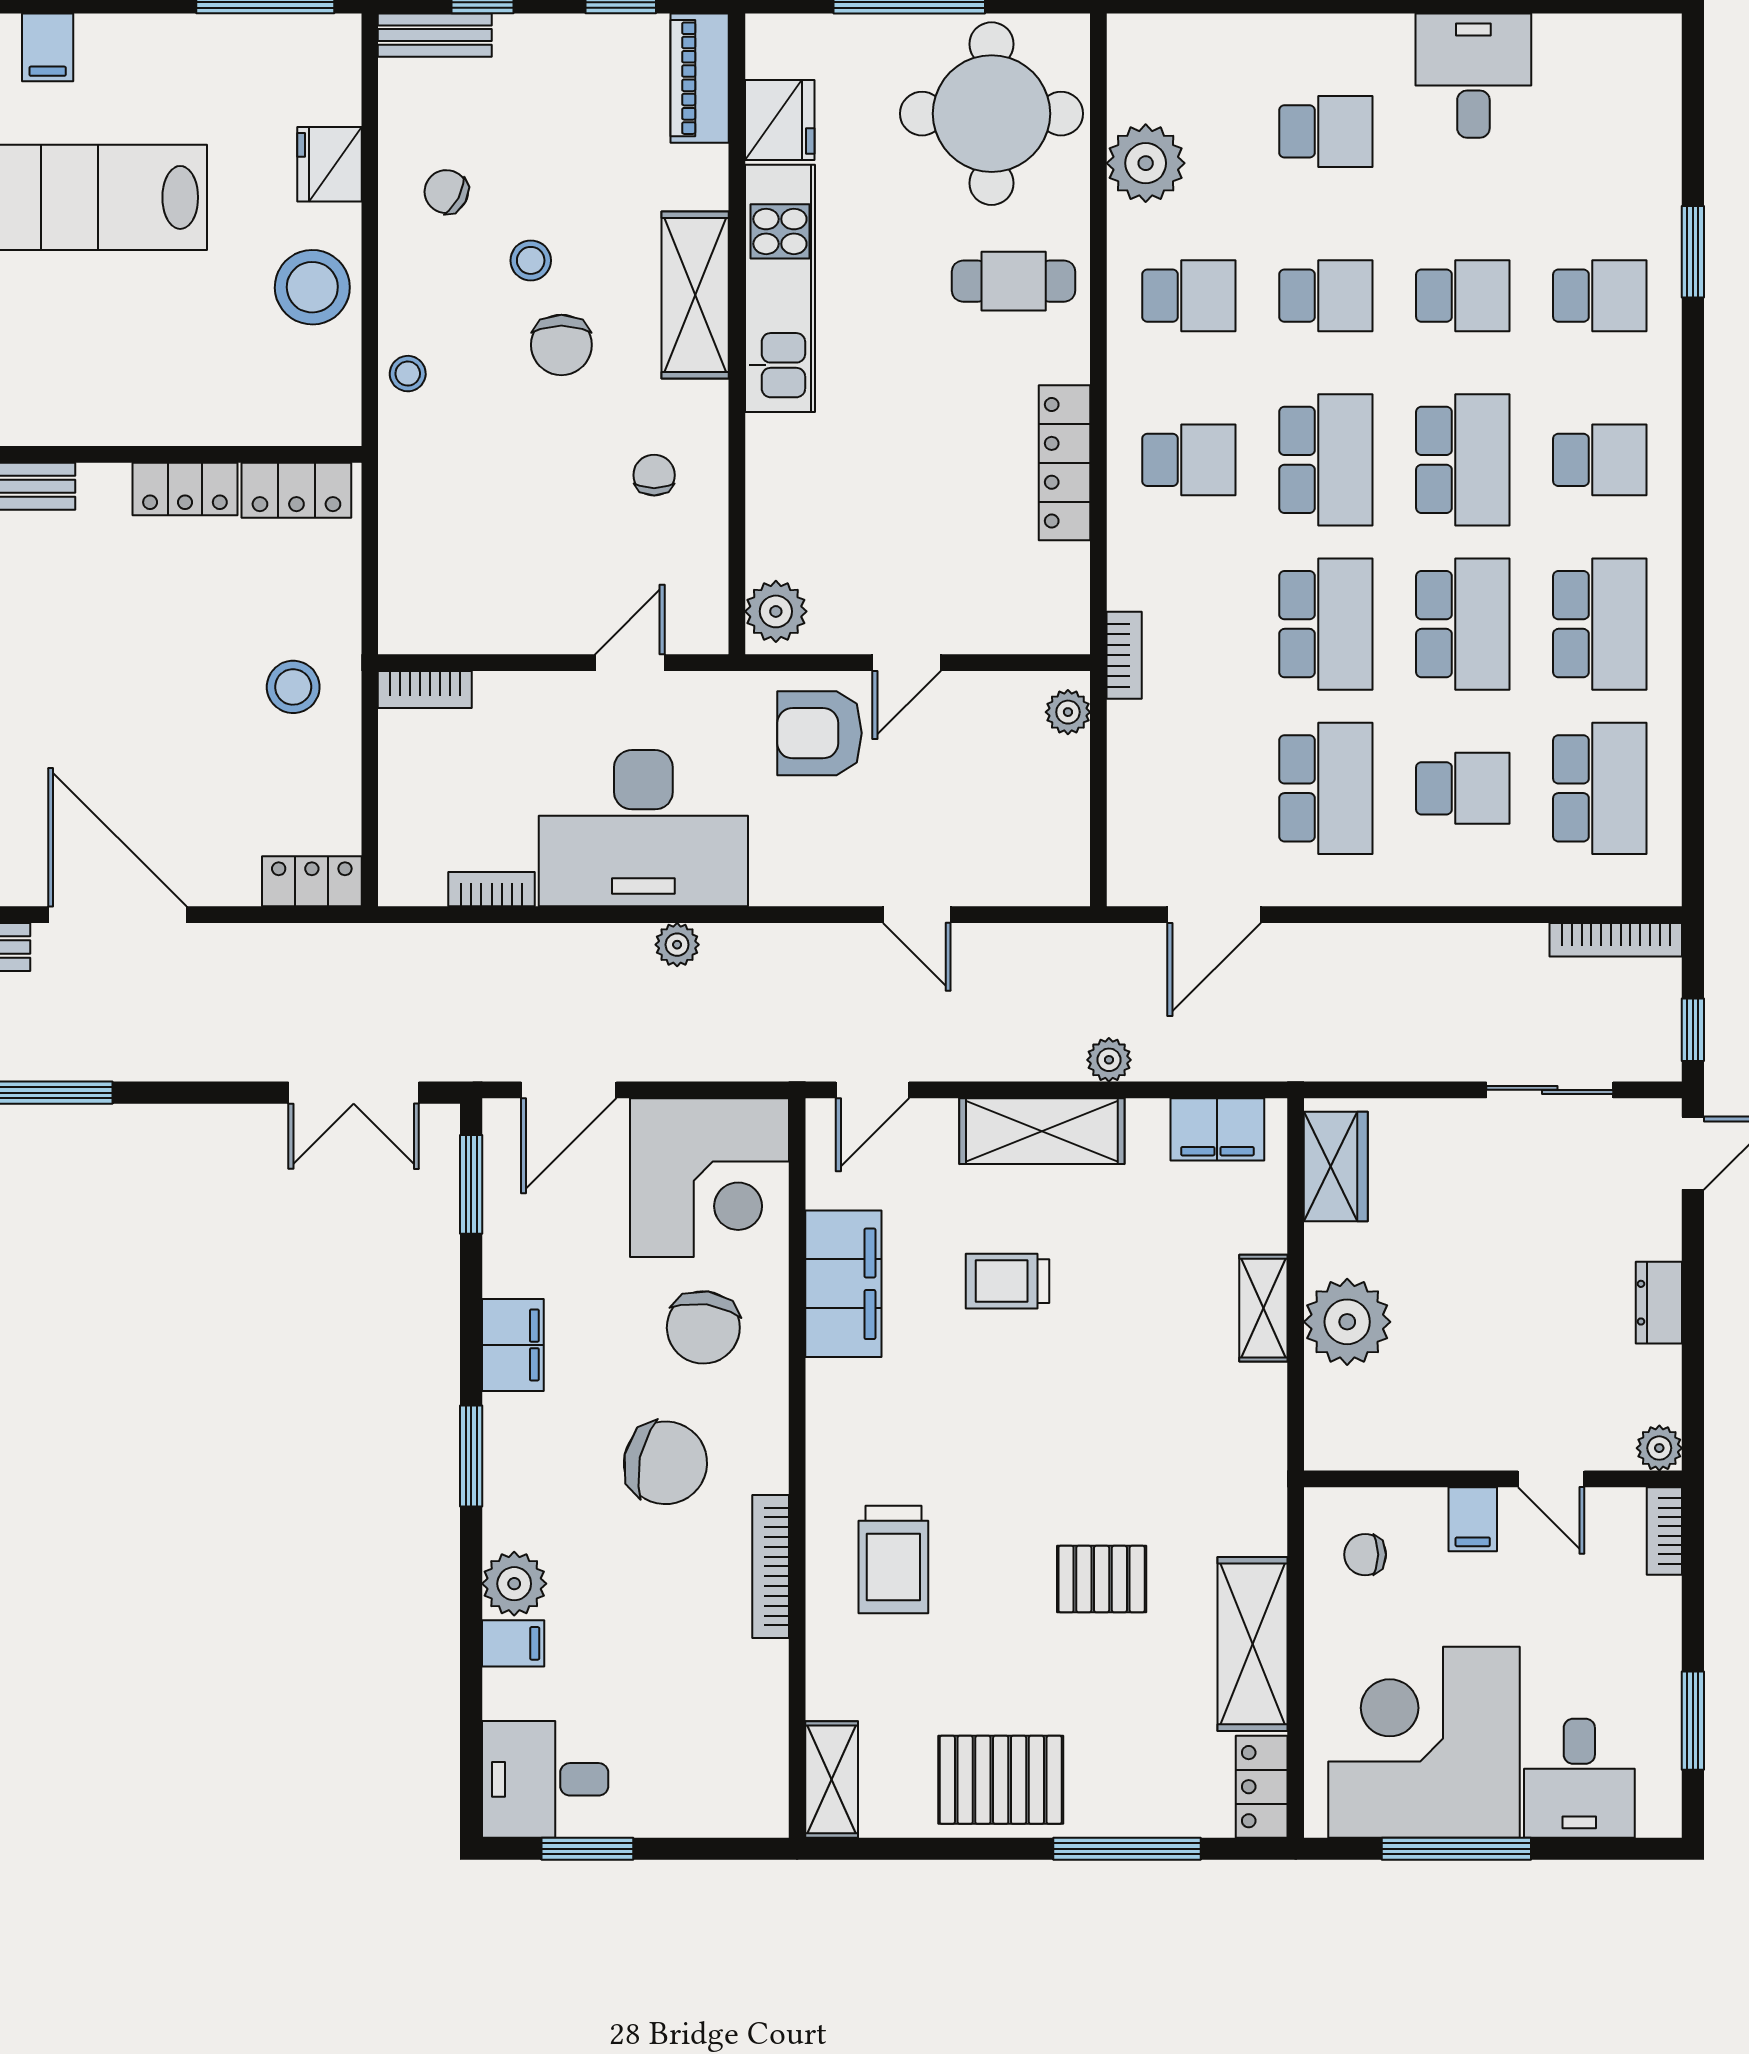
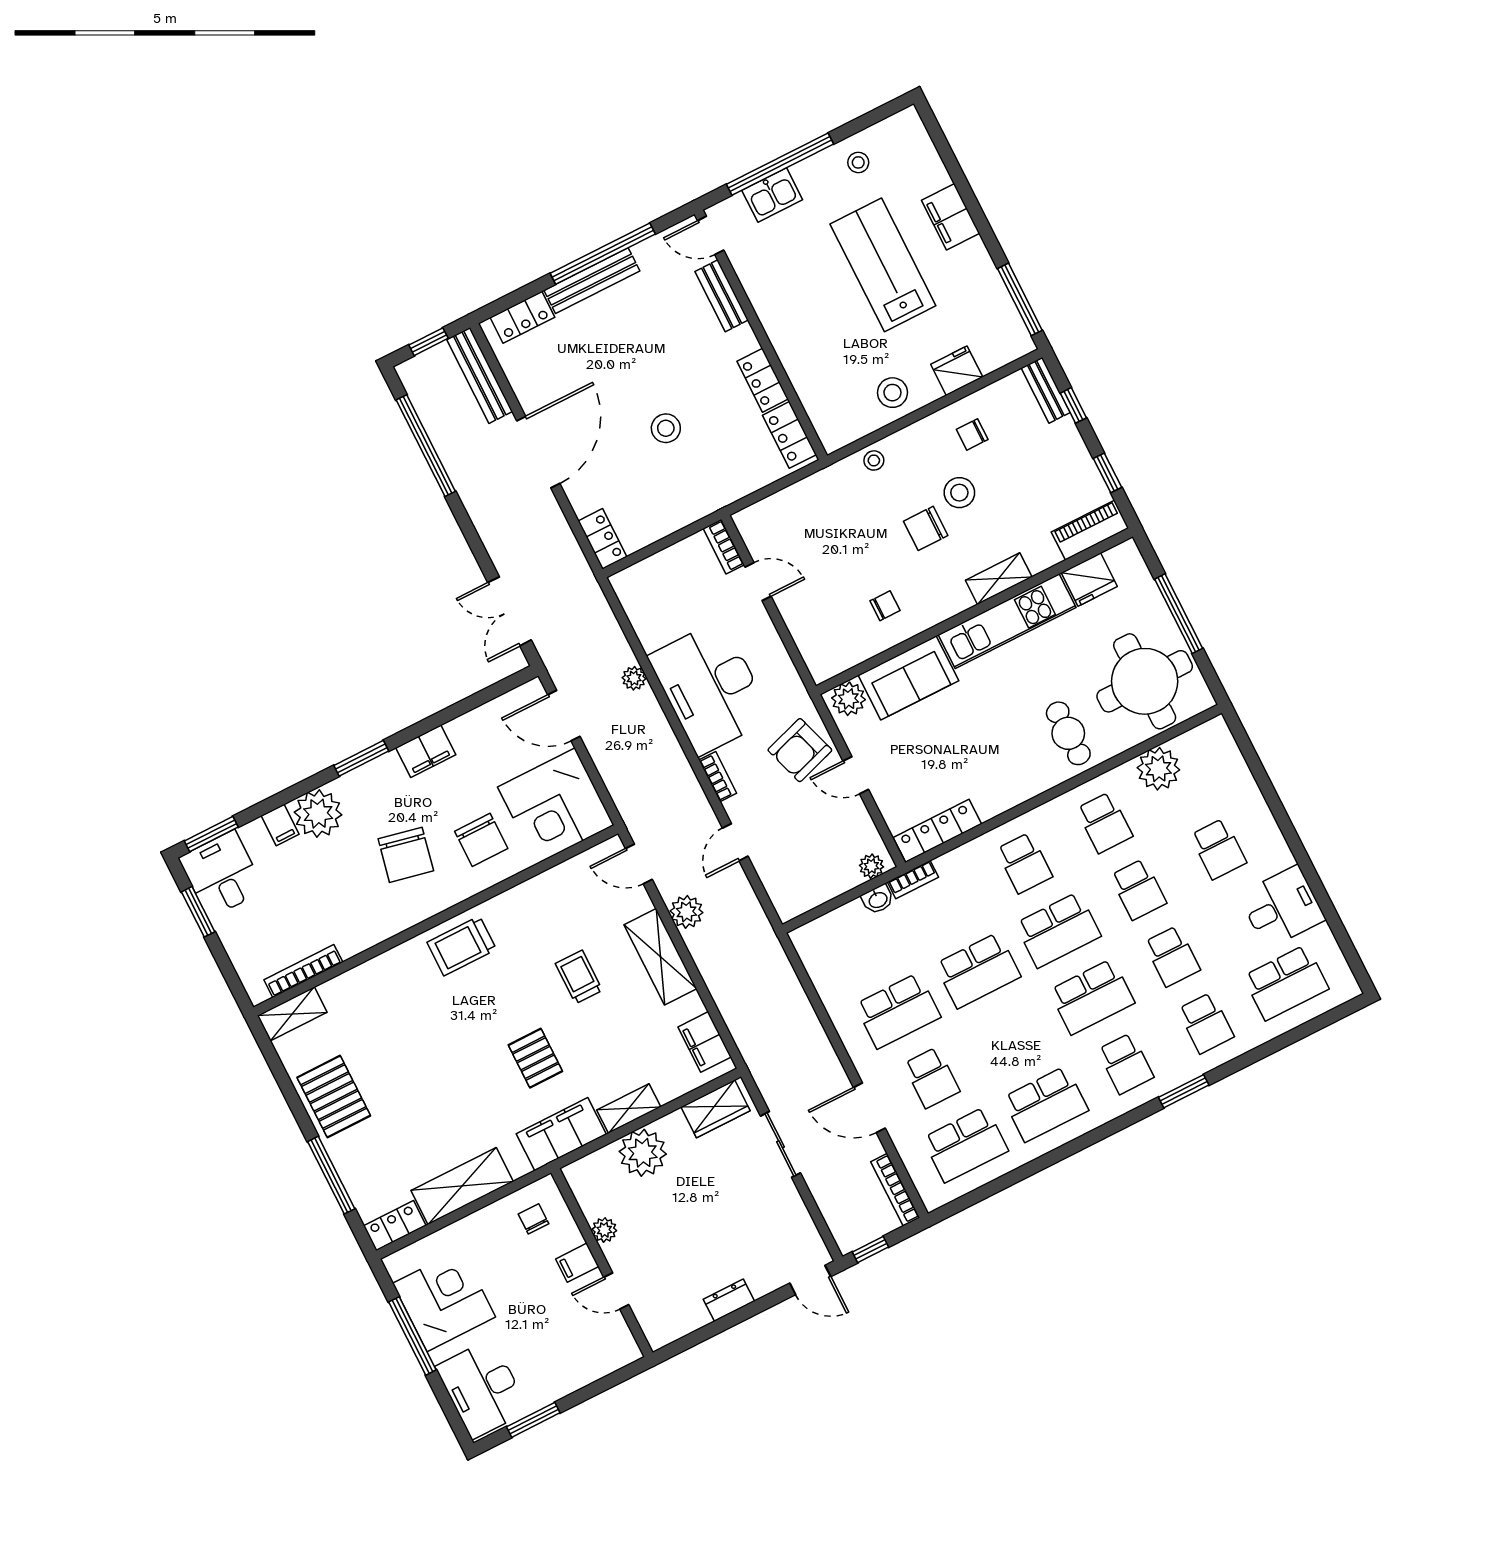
filing cabinet: (48, 47) -> (951, 217), width x2.00
chair: (446, 192) -> (972, 434), turned -118
window: (1693, 252) -> (1184, 1091), moved
stool: (531, 260) -> (959, 493), width x1.37, depth x1.37
stool: (312, 287) -> (892, 393), width x0.73, depth x0.73
shelving: (695, 295) -> (999, 579), width x0.67, depth x0.75
locker: (1065, 463) -> (937, 831), moved
sofa: (791, 496) -> (908, 678), added
school desk: (1463, 624) -> (1286, 983), moved
door: (630, 663) -> (758, 582), moved
stool: (293, 687) -> (666, 428), moved
washbasin: (1128, 729) -> (878, 899), added
armchair: (820, 733) -> (800, 750), turned -108
bookcase: (492, 889) -> (718, 777), moved
door: (1214, 915) -> (869, 1108), moved
plant: (677, 945) -> (634, 678), moved
plant: (1109, 1060) -> (687, 912), moved, width x1.38, depth x1.38
sliding door: (1550, 1090) -> (781, 1144), moved
window: (471, 1184) -> (211, 834), moved
filing cabinet: (843, 1284) -> (561, 1134), moved, turned 180
chair: (703, 1327) -> (481, 840), turned -98
plant: (1659, 1448) -> (604, 1230), moved
door: (1551, 1479) -> (616, 1291), hinge flipped
bookcase: (1664, 1531) -> (619, 1359), removed
trolley: (893, 1559) -> (462, 946), moved
bookcase: (771, 1566) -> (303, 971), moved
pallet: (1102, 1579) -> (535, 1058), moved
plant: (514, 1584) -> (318, 814), width x1.36, depth x1.36
corner desk: (1424, 1742) -> (444, 1300), width x0.74, depth x0.74
desk: (1579, 1778) -> (482, 1389), width x1.37

